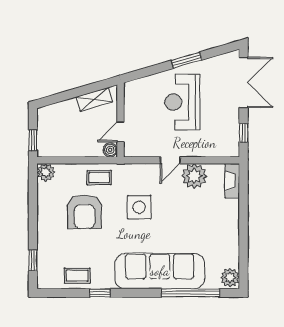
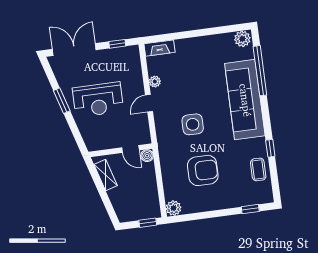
door: (170, 160) -> (149, 103), swing flipped
plant: (194, 176) -> (155, 82), width x0.53, depth x0.53
coffee table: (99, 178) -> (172, 162), removed

